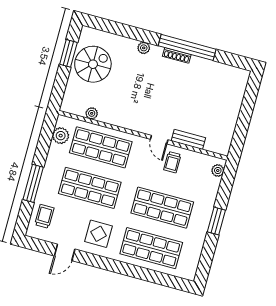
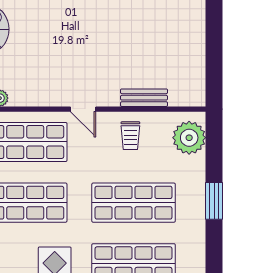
door: (159, 140) -> (83, 109), moved
plant: (218, 170) -> (189, 138), width x1.88, depth x1.88

